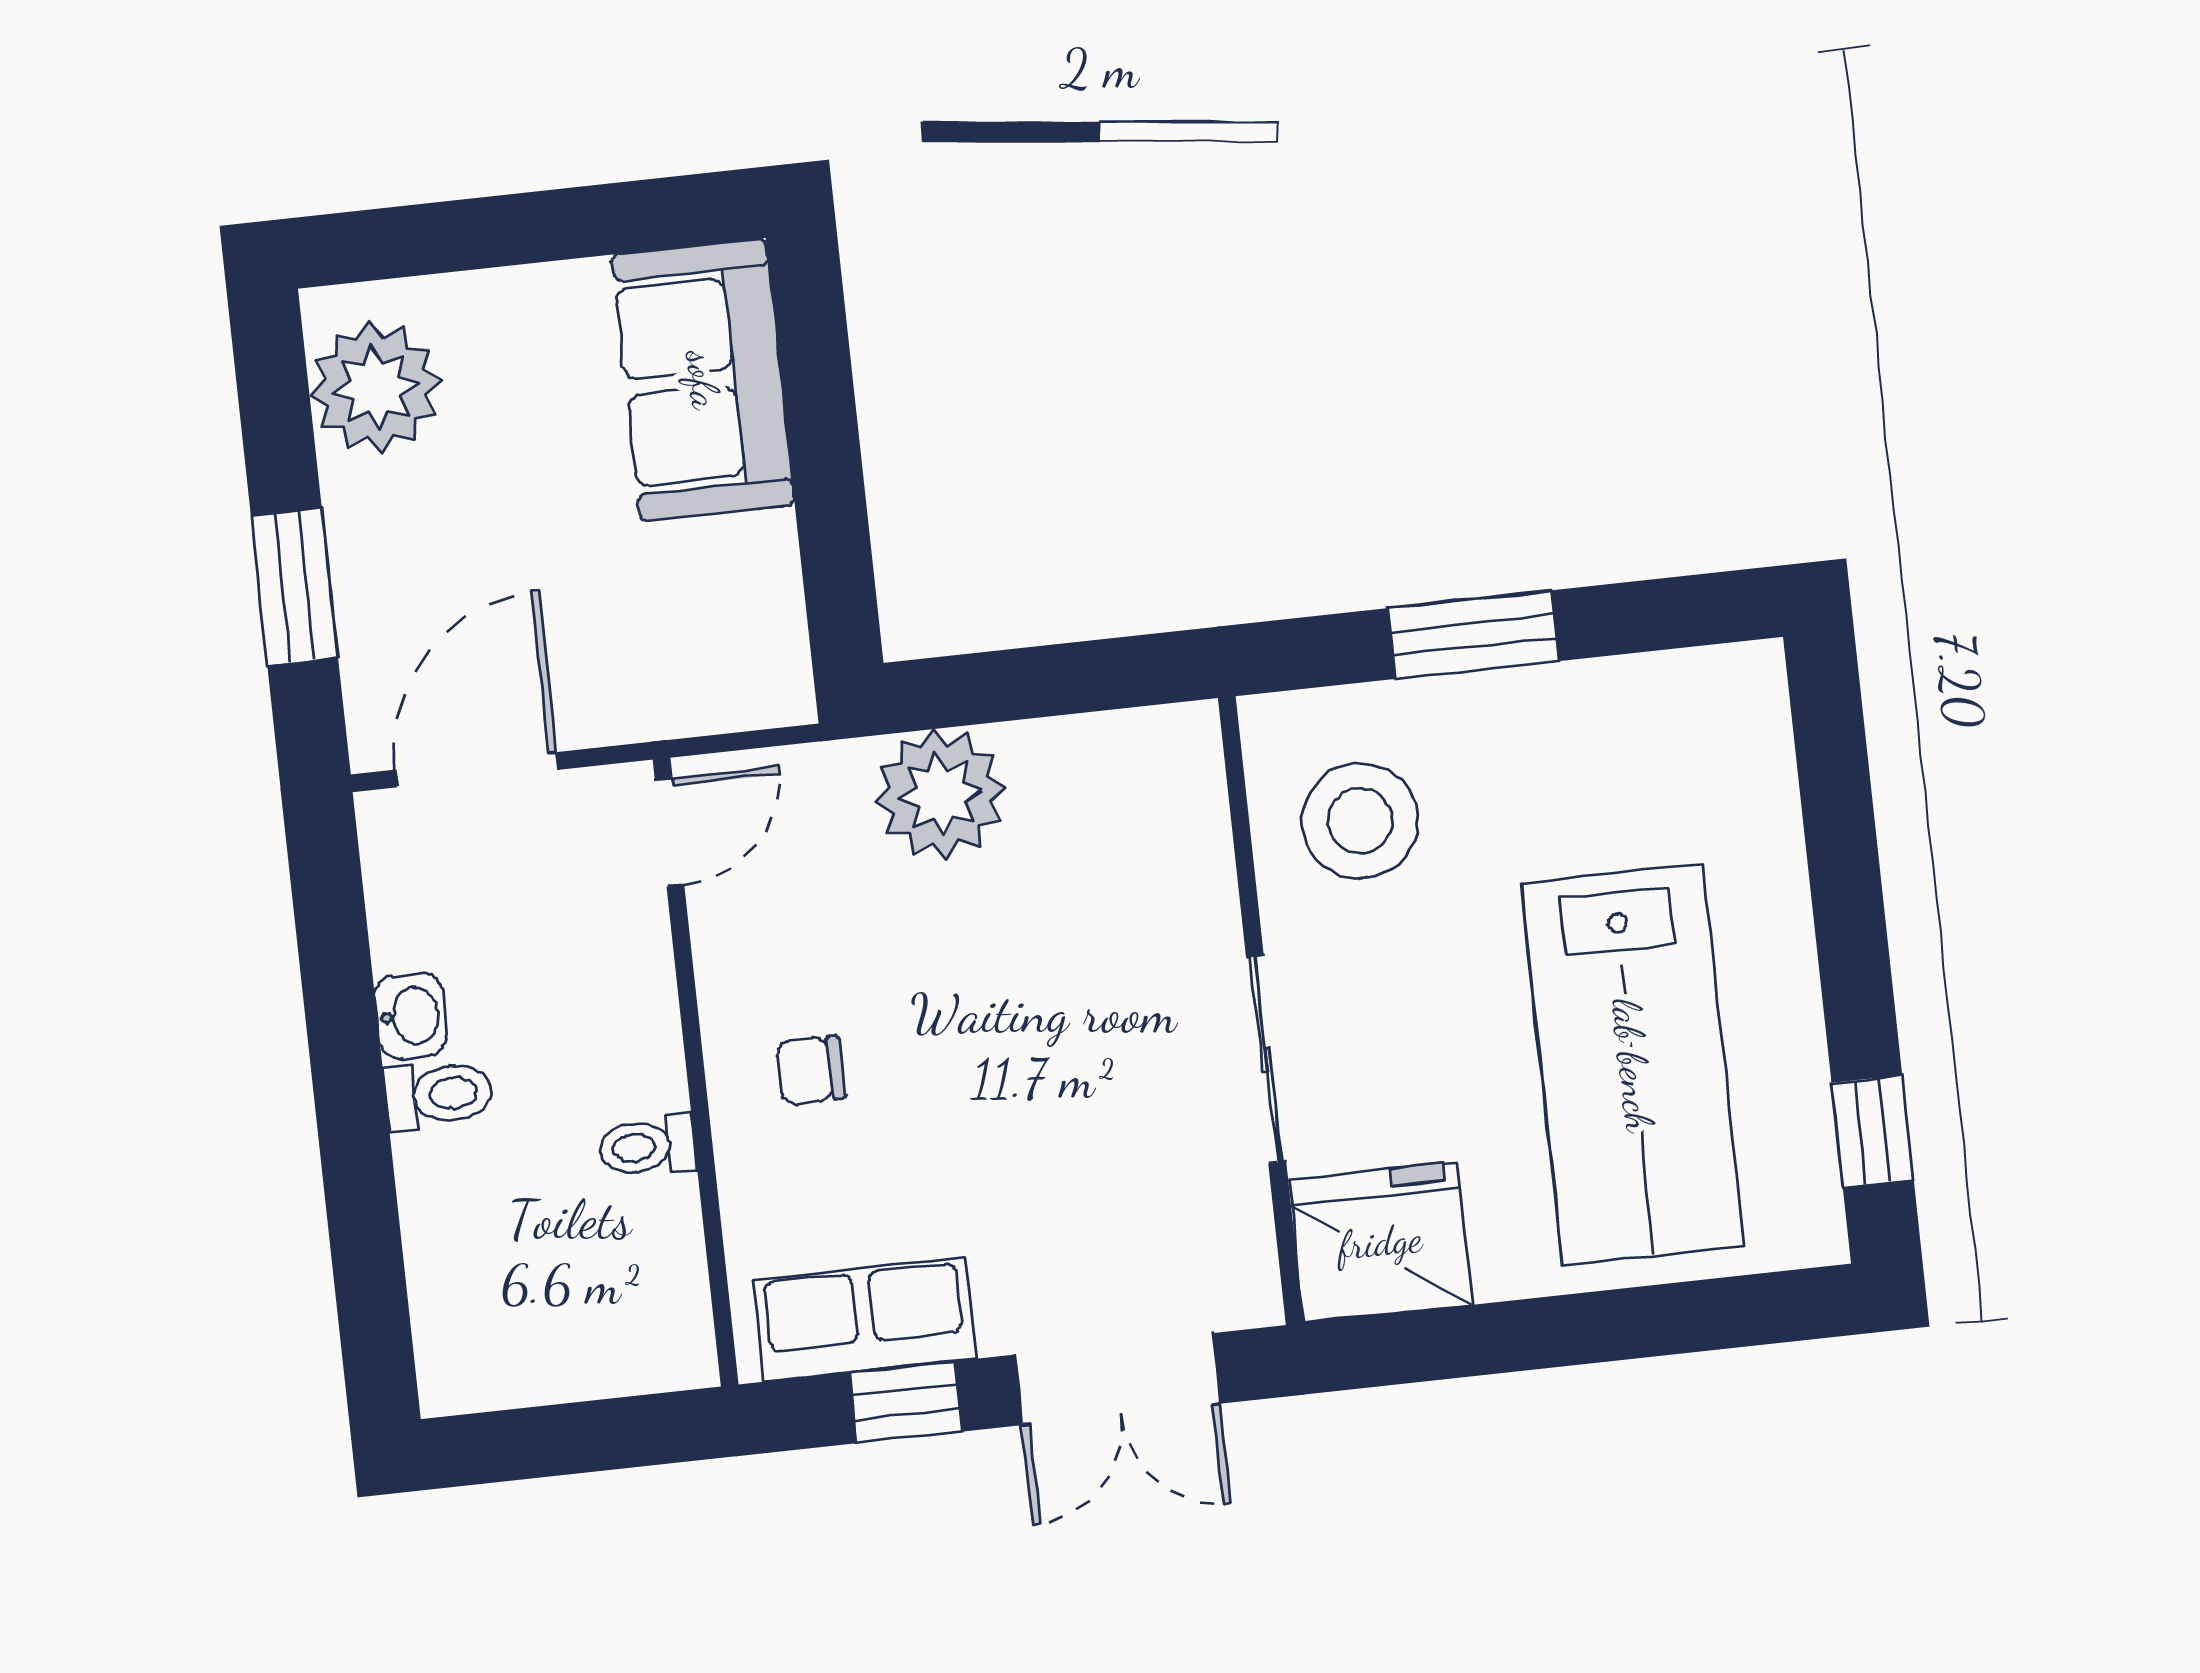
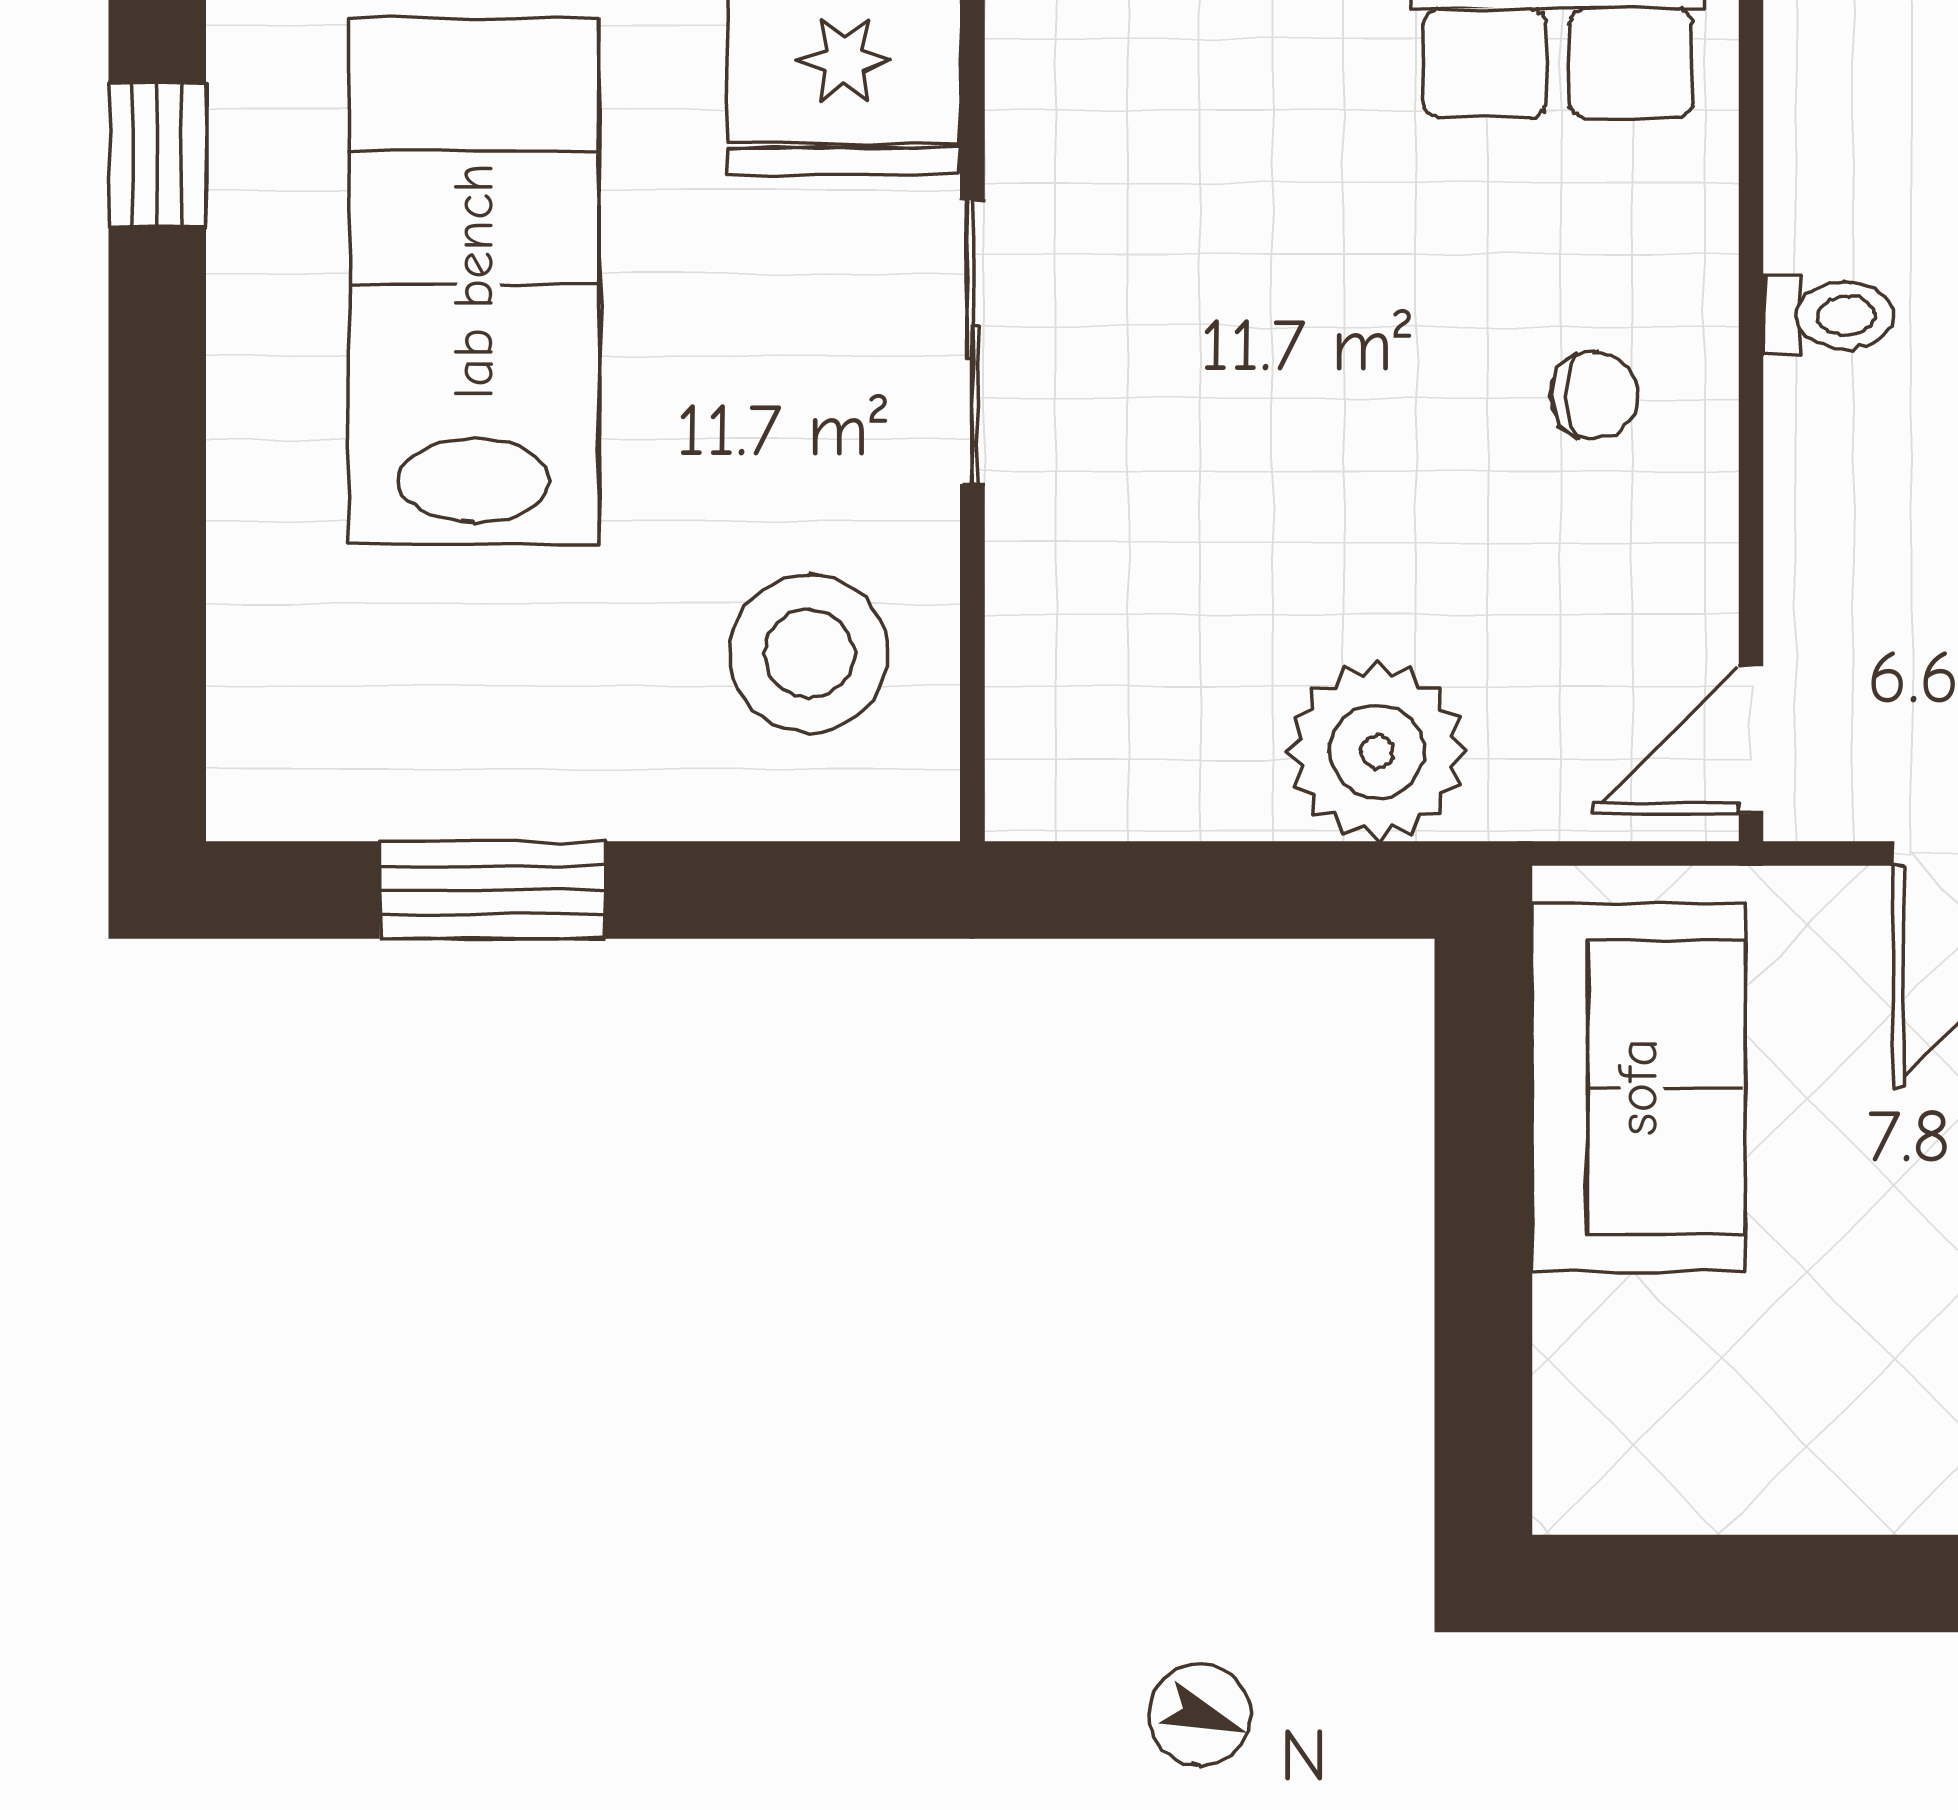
sofa: (703, 380) -> (1638, 1087), moved
window: (1473, 635) -> (492, 890), moved

